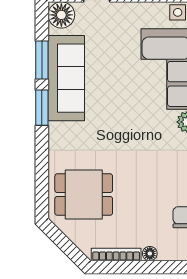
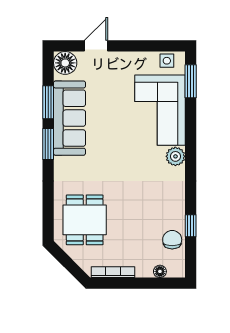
dining table: (84, 195) -> (85, 220), turned 90
floor lamp: (150, 254) -> (160, 271), moved

